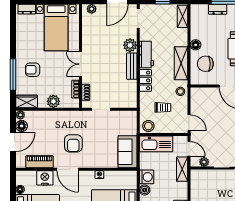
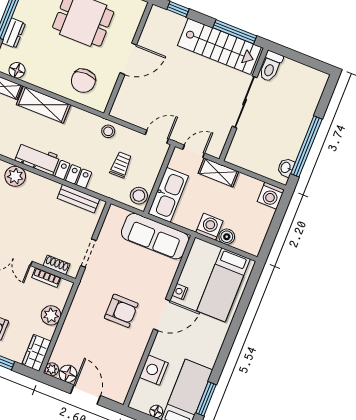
floor lamp: (196, 45) -> (17, 70), moved
shelving: (181, 63) -> (43, 105), moved
bench: (132, 66) -> (78, 199), moved
sofa: (127, 152) -> (155, 236), width x1.36
piano: (39, 162) -> (128, 369), removed
plant: (204, 162) -> (221, 138), removed
door: (67, 169) -> (162, 315), moved

